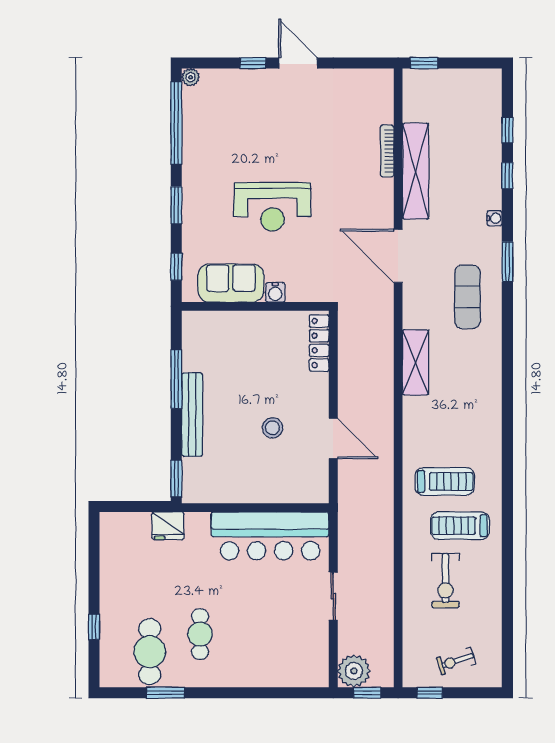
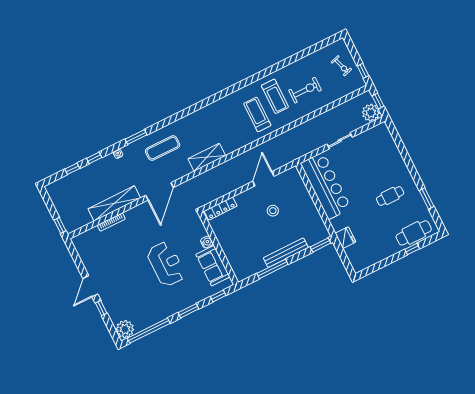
plant: (191, 77) -> (125, 329), width x1.88, depth x1.88
cafe table: (150, 652) -> (414, 233), moved

